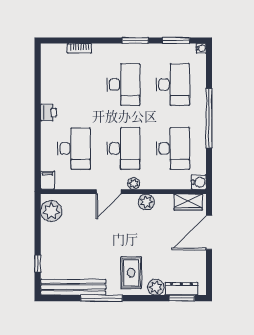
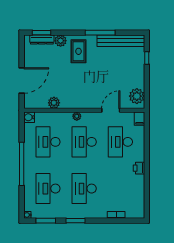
door: (109, 192) -> (111, 110), moved
plant: (146, 202) -> (54, 103), moved
wardrobe: (188, 202) -> (37, 103), removed

